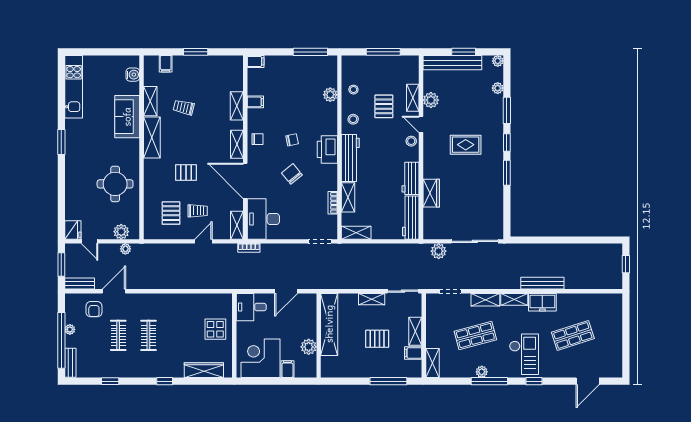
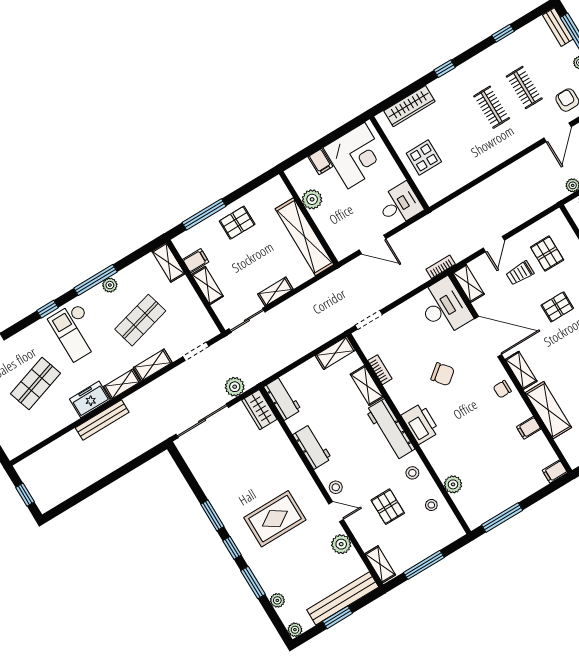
shelving: (413, 98) -> (380, 564), moved
shelving: (237, 106) -> (548, 410), width x1.50, depth x1.33
chair: (292, 140) -> (465, 411), removed
rug: (466, 145) -> (275, 519), width x1.36, depth x1.43
wardrobe: (431, 193) -> (259, 410), moved
workbench: (411, 218) -> (283, 398), width x0.73
door: (286, 291) -> (372, 244), swing flipped
pallet: (377, 339) -> (237, 223), moved

